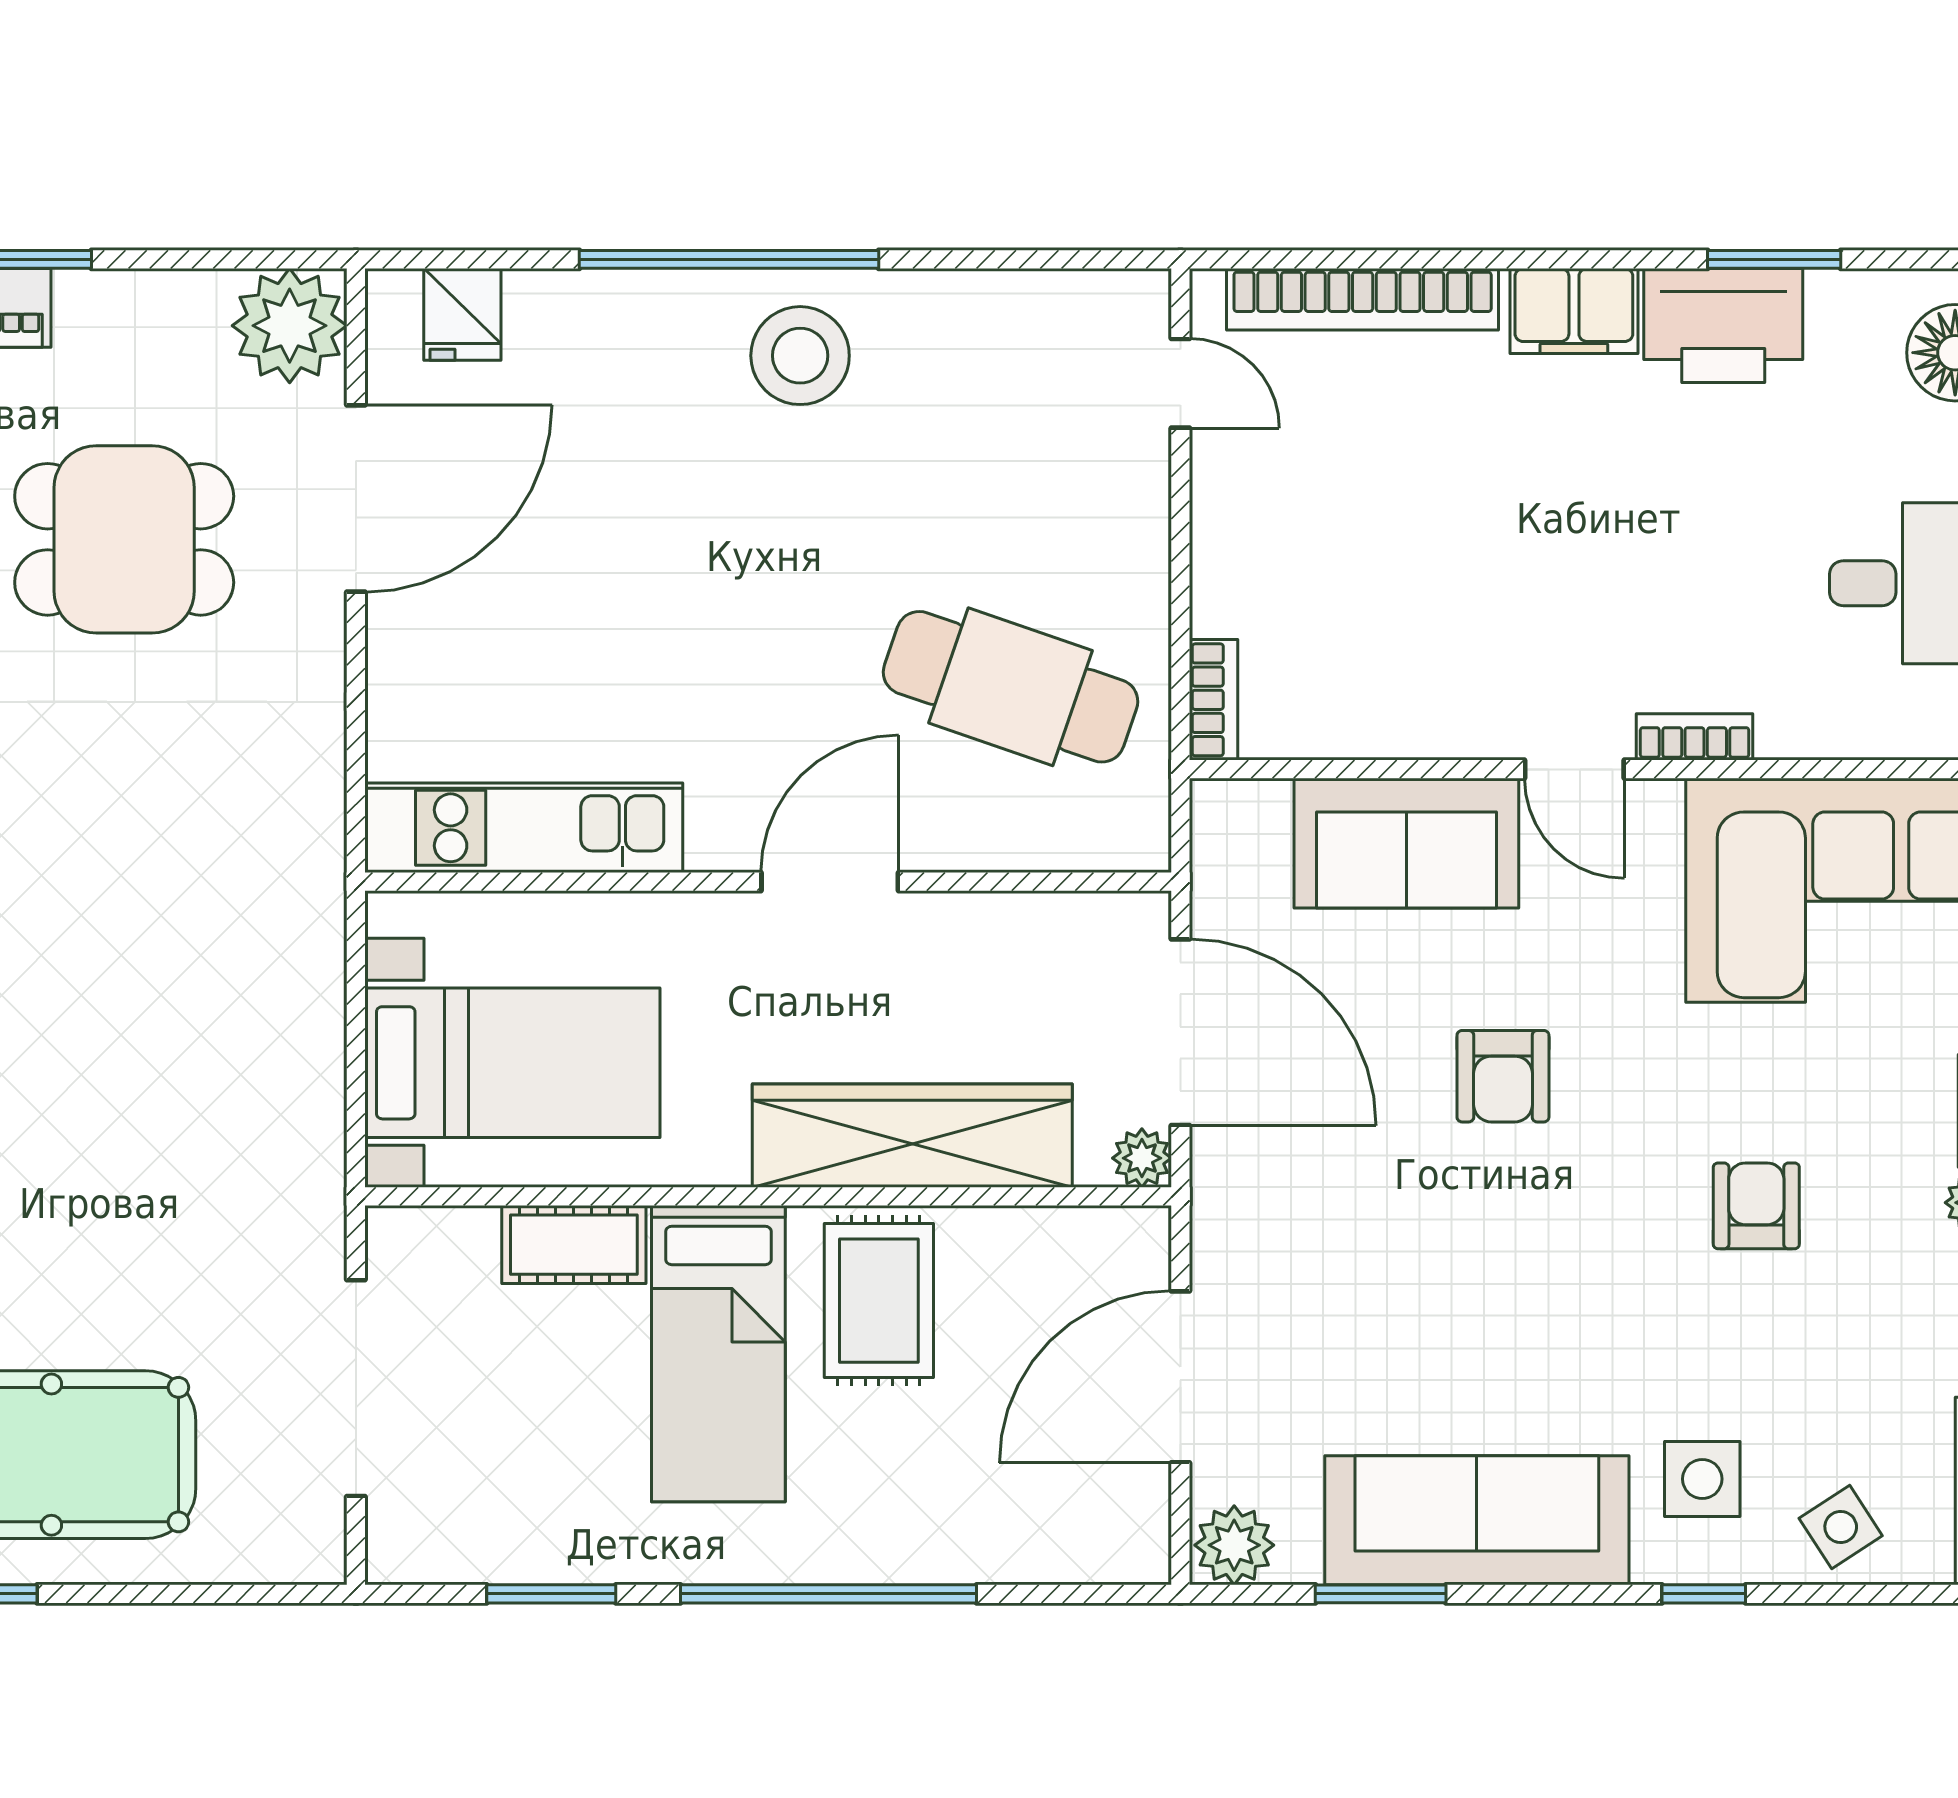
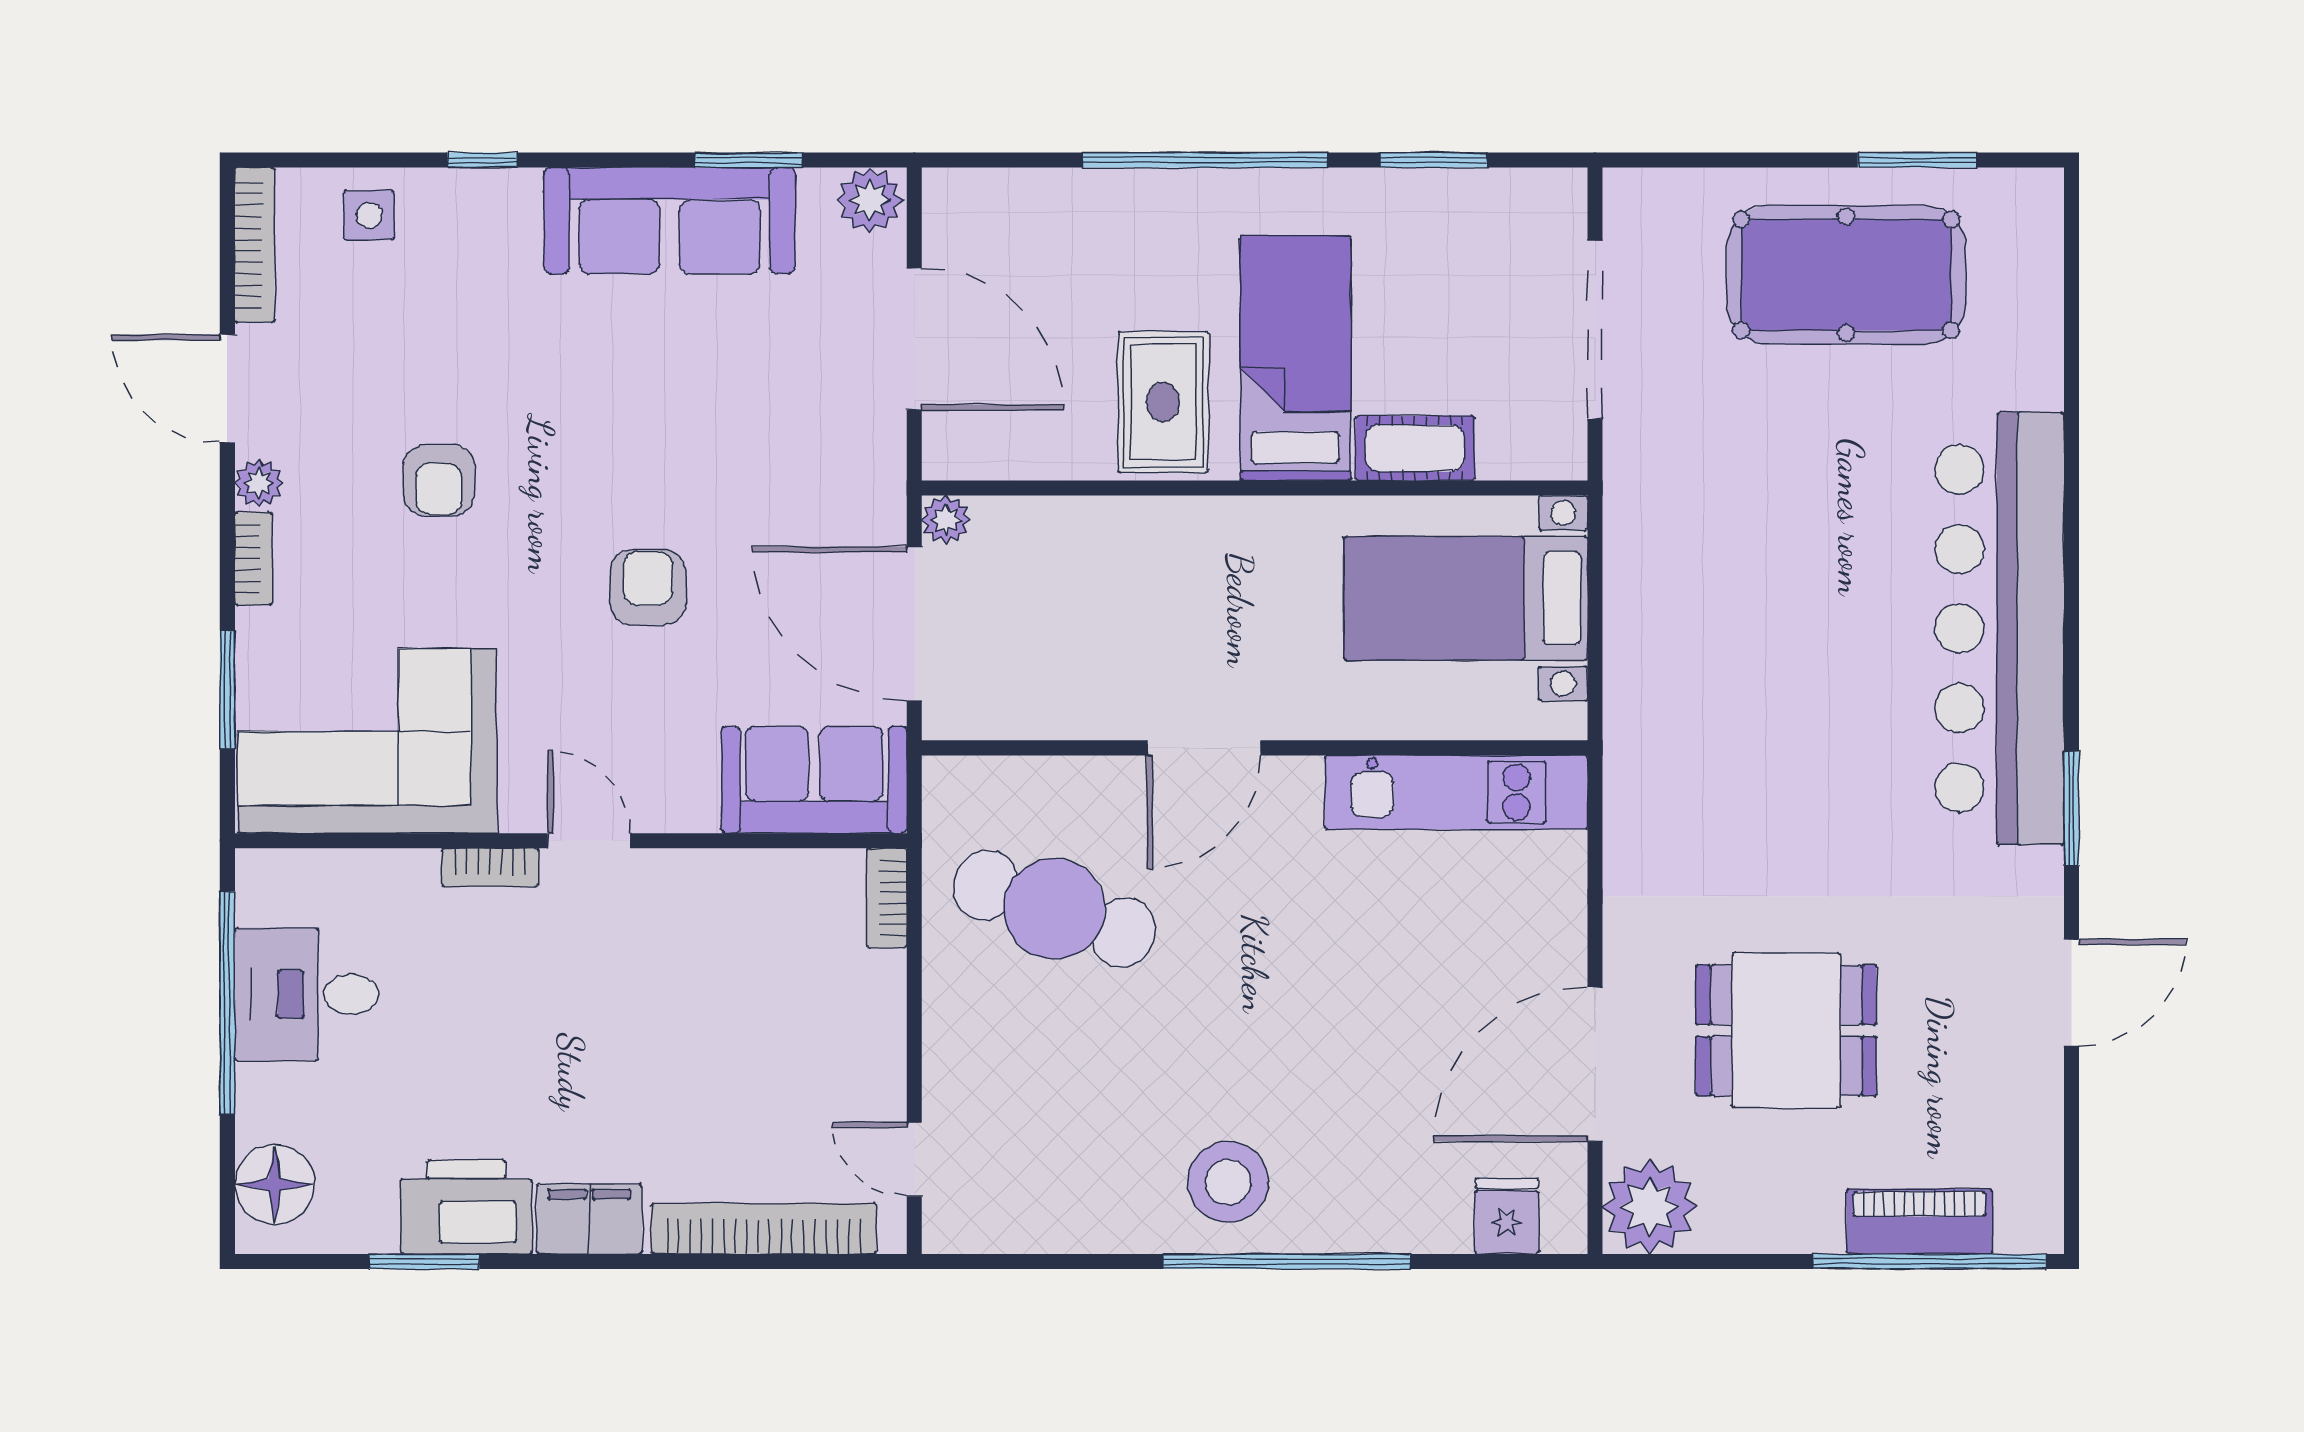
sofa: (1406, 843) -> (814, 780), moved
wardrobe: (912, 1136) -> (1136, 538), removed
door: (1180, 1377) -> (914, 339), hinge flipped
side table: (1702, 1479) -> (483, 255), removed
side table: (1841, 1527) -> (369, 215), turned 33

